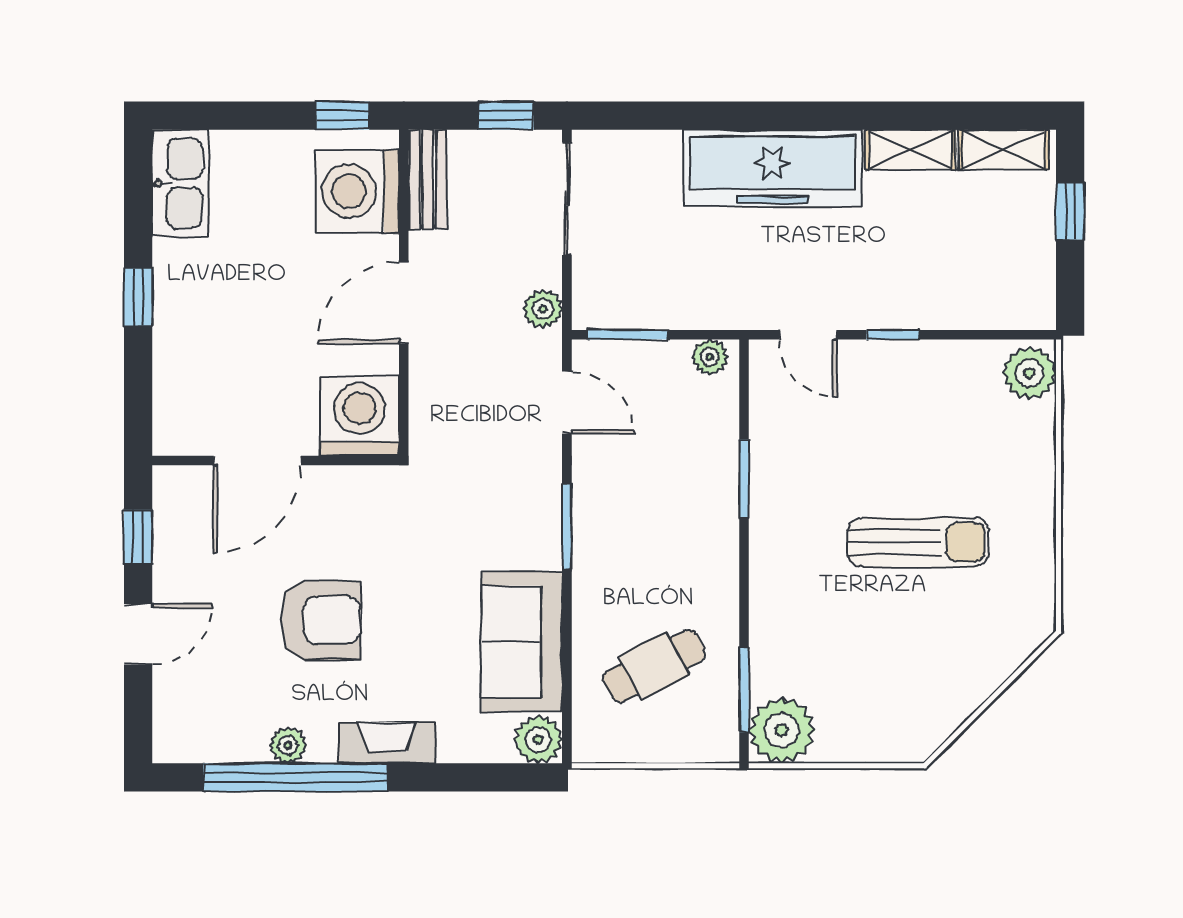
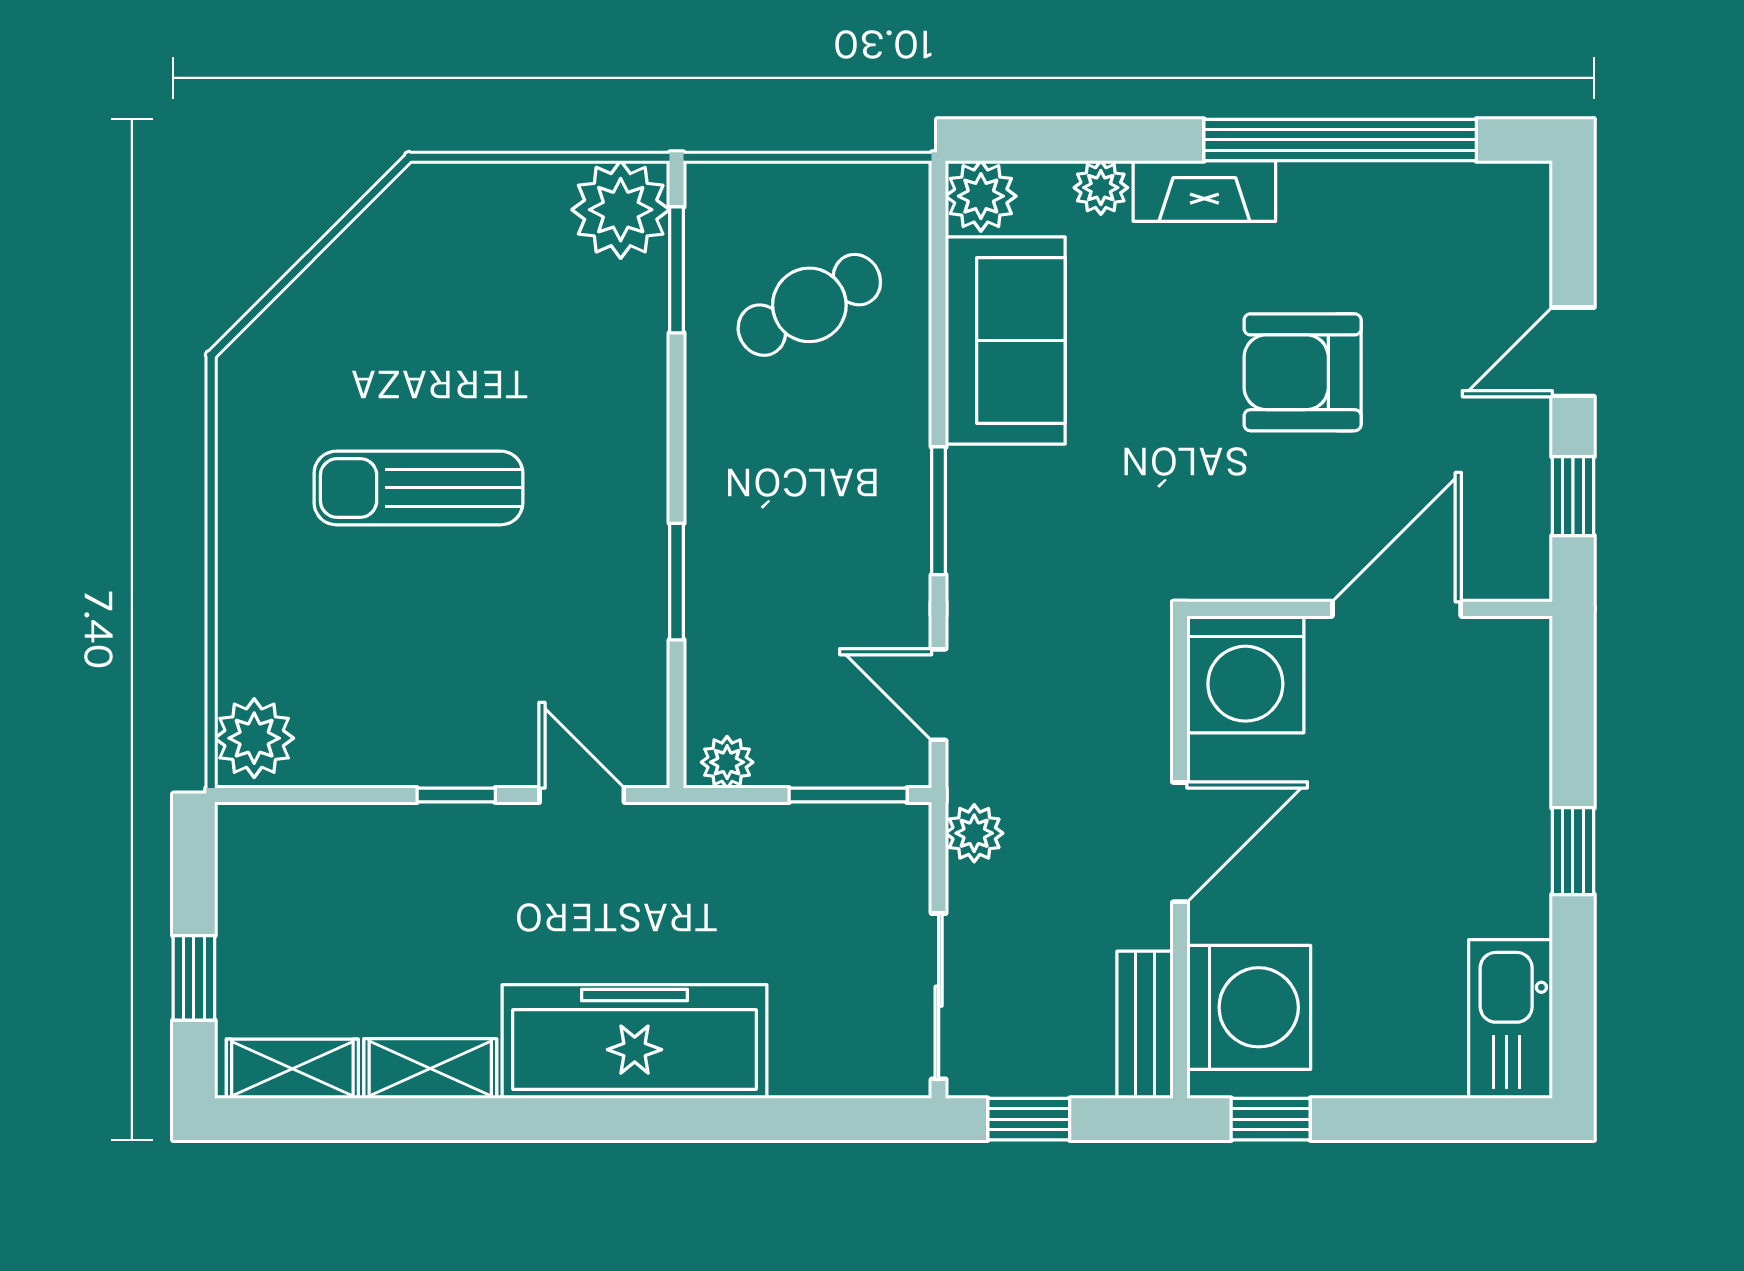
plant: (288, 745) -> (1101, 188), moved

